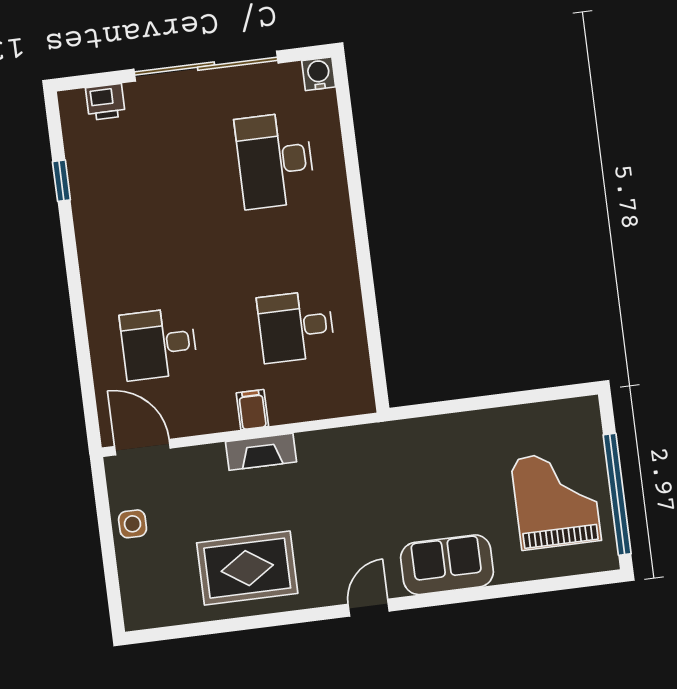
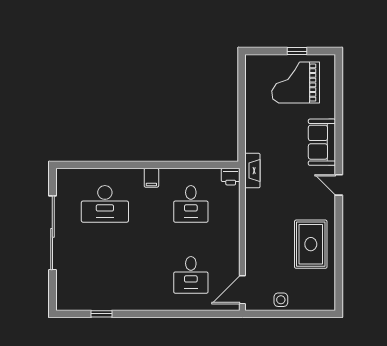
water cooler: (319, 74) -> (64, 176), removed
printer: (105, 102) -> (231, 177), moved, turned 90
filing cabinet: (252, 410) -> (151, 178), moved, turned -90
fireplace: (261, 452) -> (252, 171), moved
window: (617, 494) -> (297, 51), width x0.32

